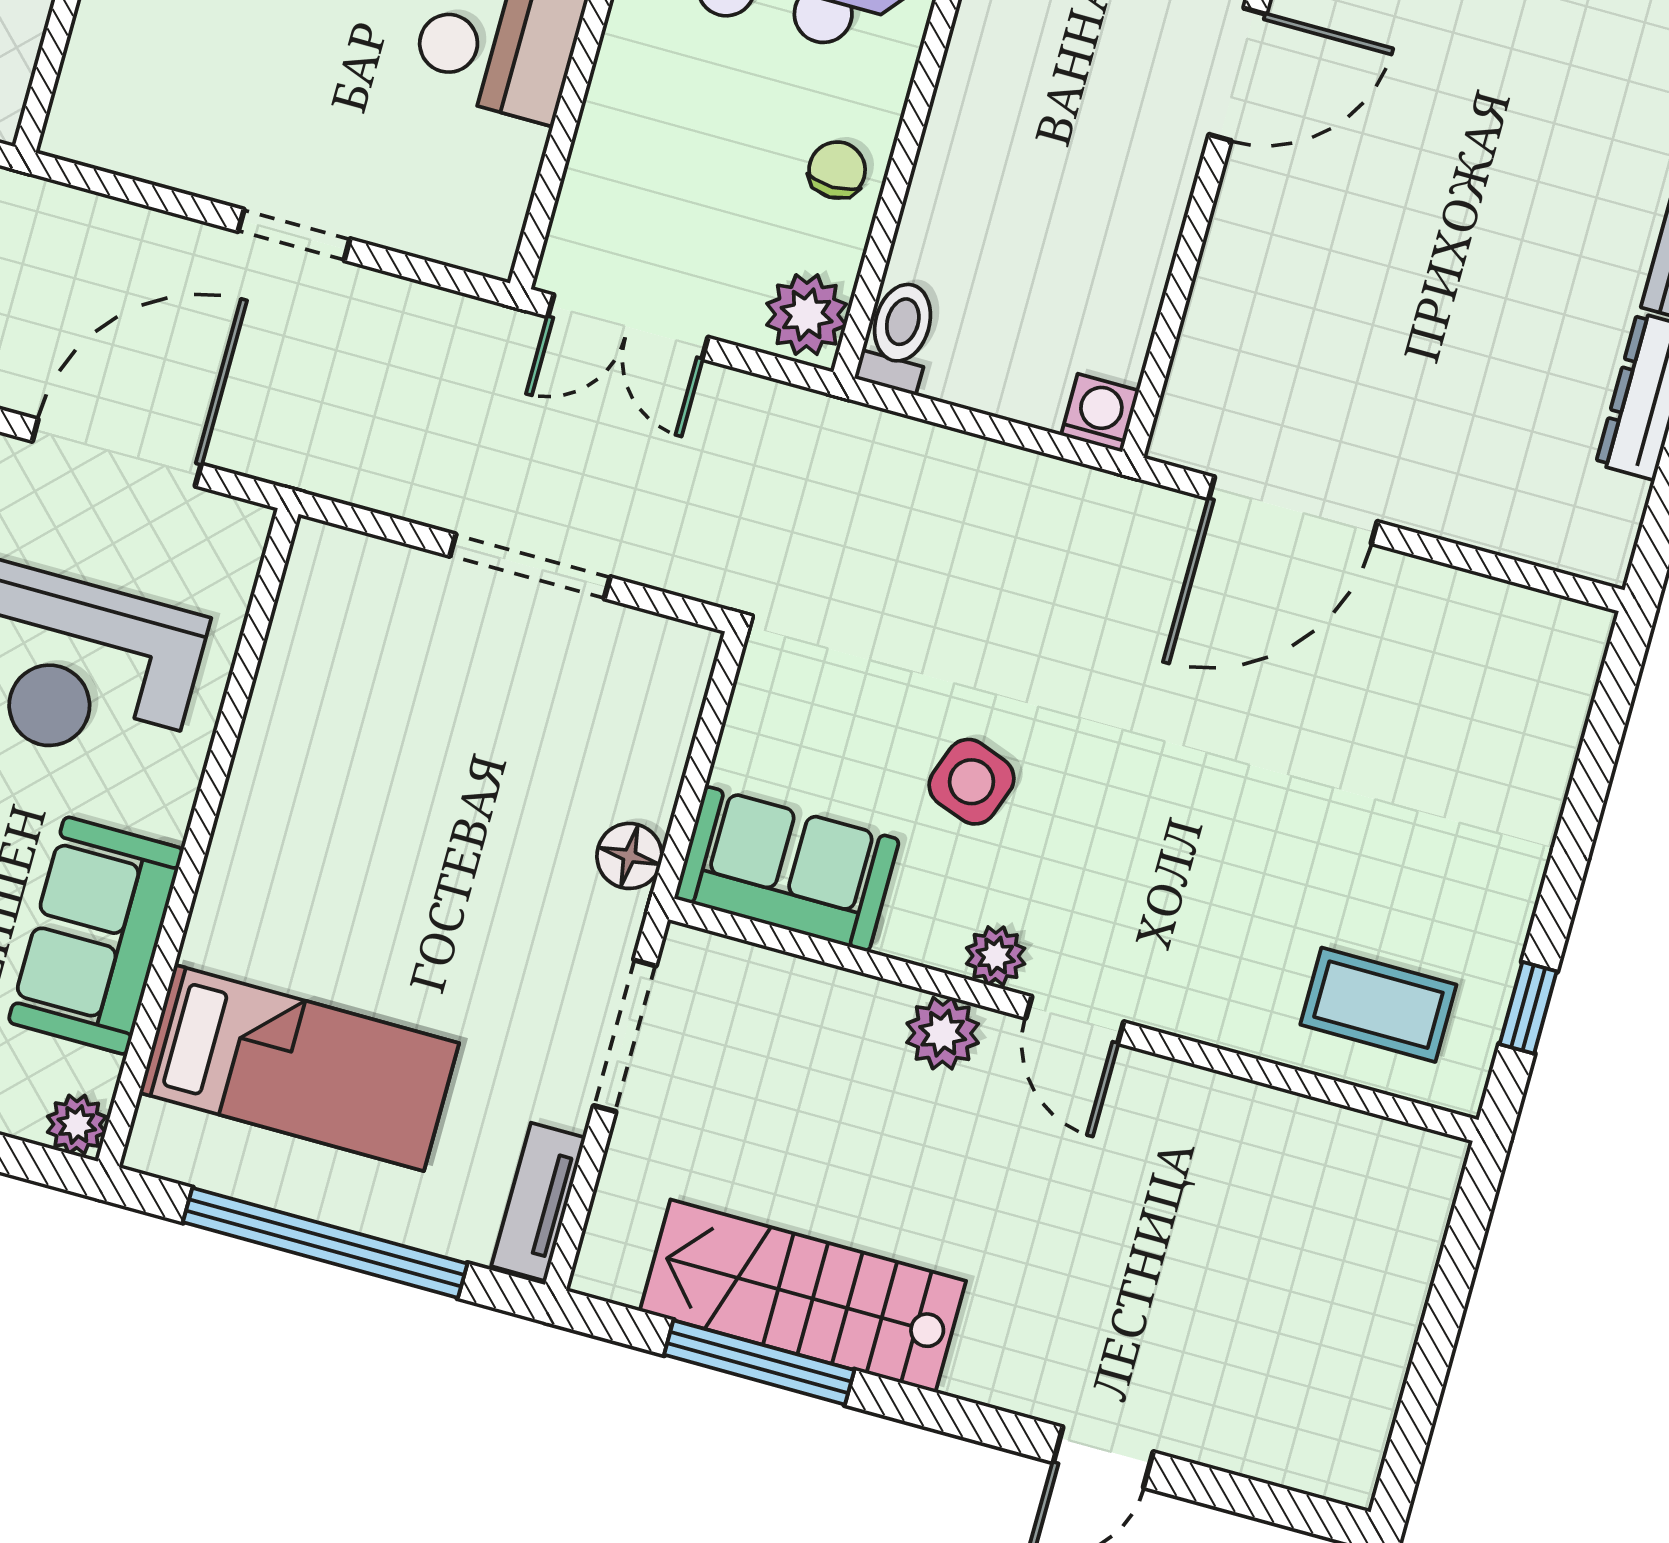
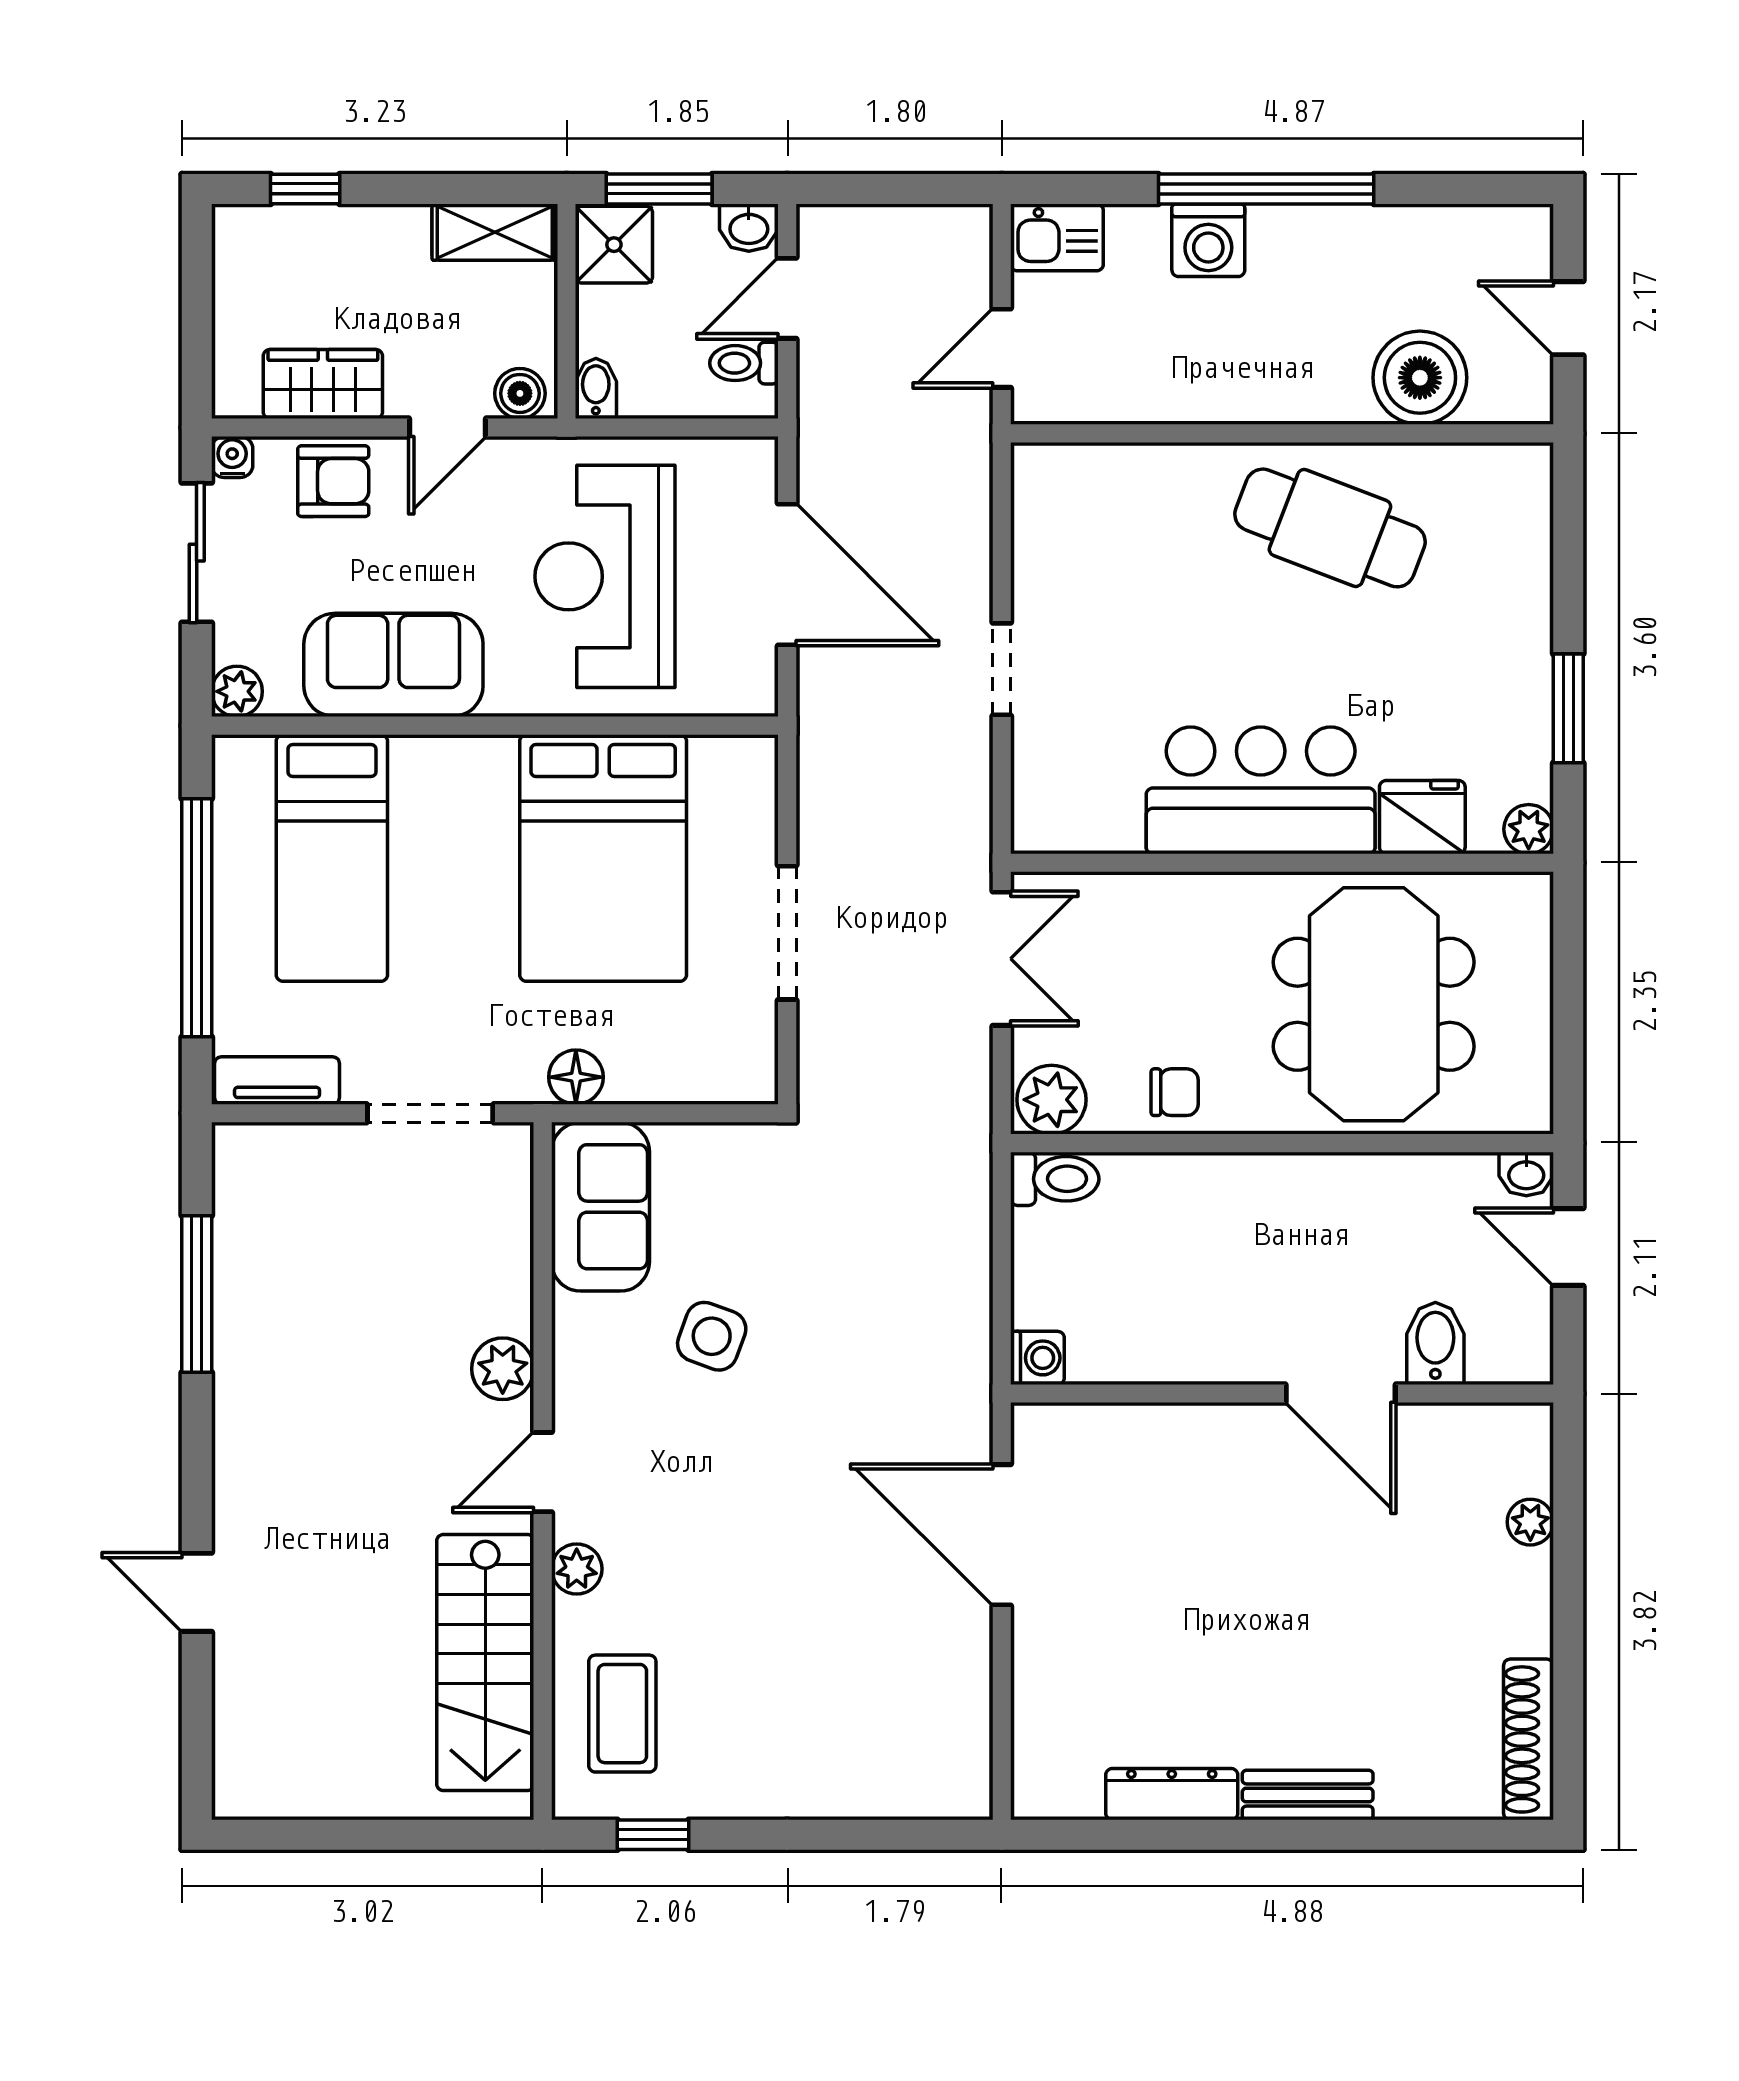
double door: (628, 327) -> (1002, 959), swing flipped
bed: (385, 755) -> (603, 858), added
plant: (996, 956) -> (577, 1569), moved
stairs: (803, 1296) -> (485, 1663), moved, turned 180

